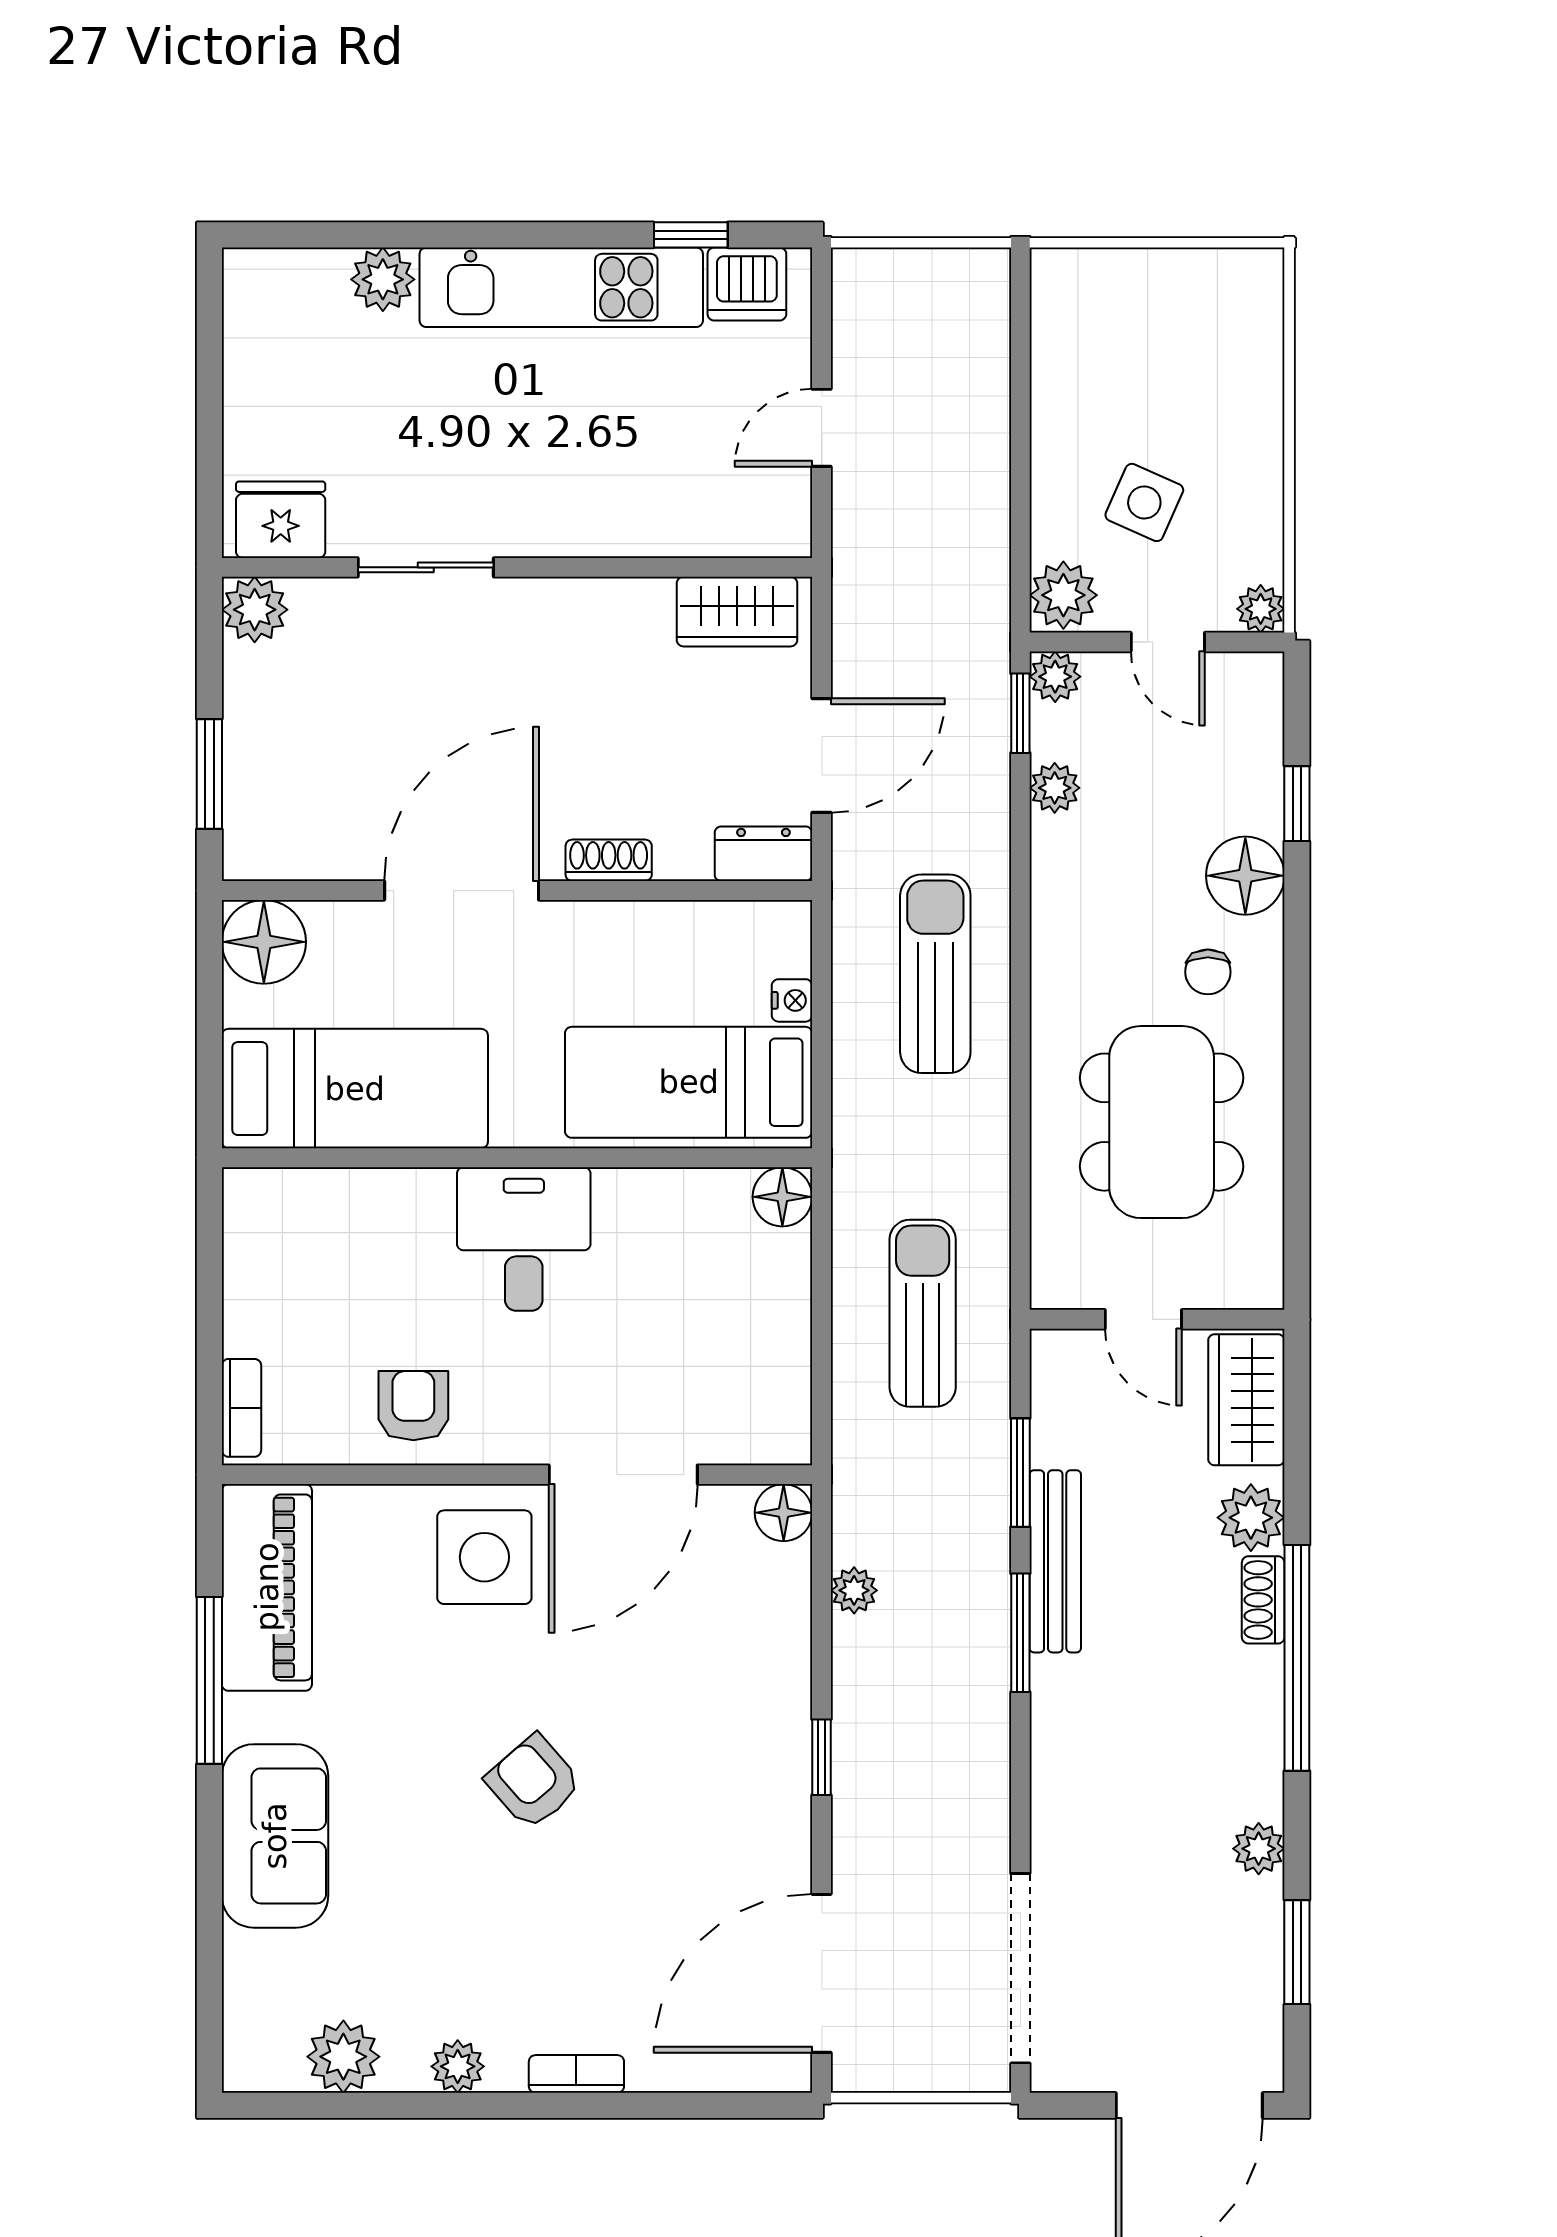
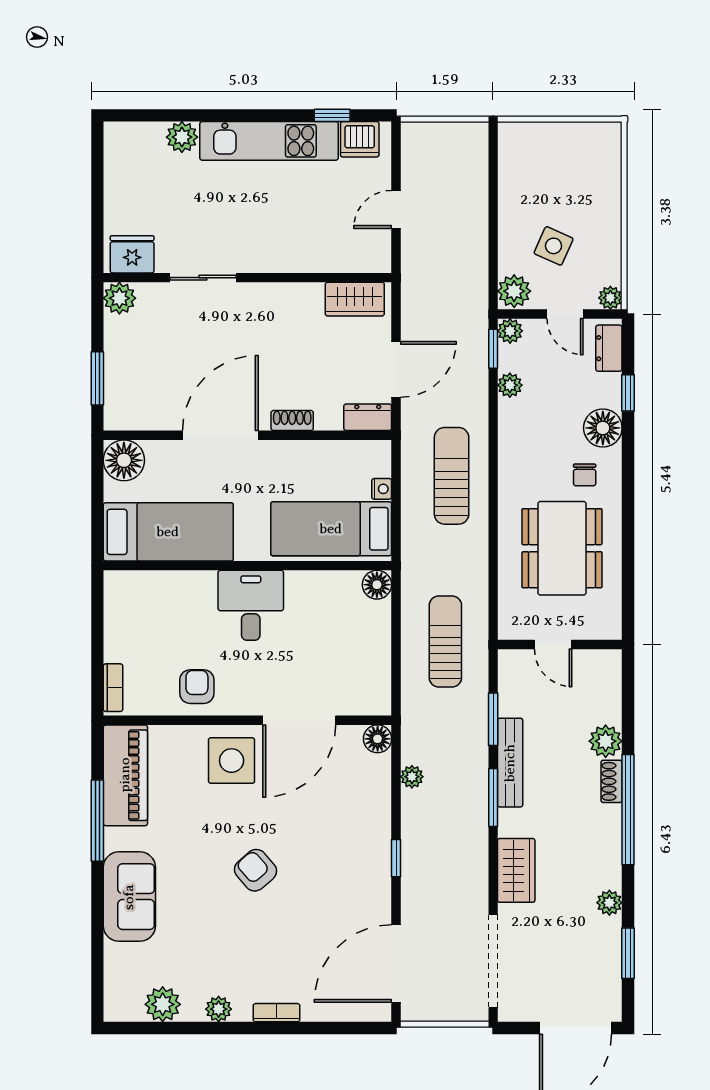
dresser: (1258, 712) -> (609, 348), added
wardrobe: (1246, 1400) -> (516, 870), moved, turned 180

